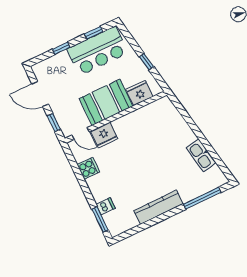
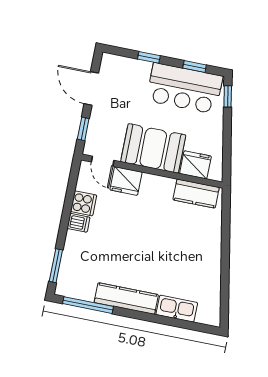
window: (147, 62) -> (228, 96), moved
kitchen counter: (153, 110) -> (196, 194), added
kitchen sink: (201, 155) -> (177, 309), moved, turned 100
window: (202, 198) -> (88, 305), moved
dishwasher: (105, 206) -> (79, 223), moved

